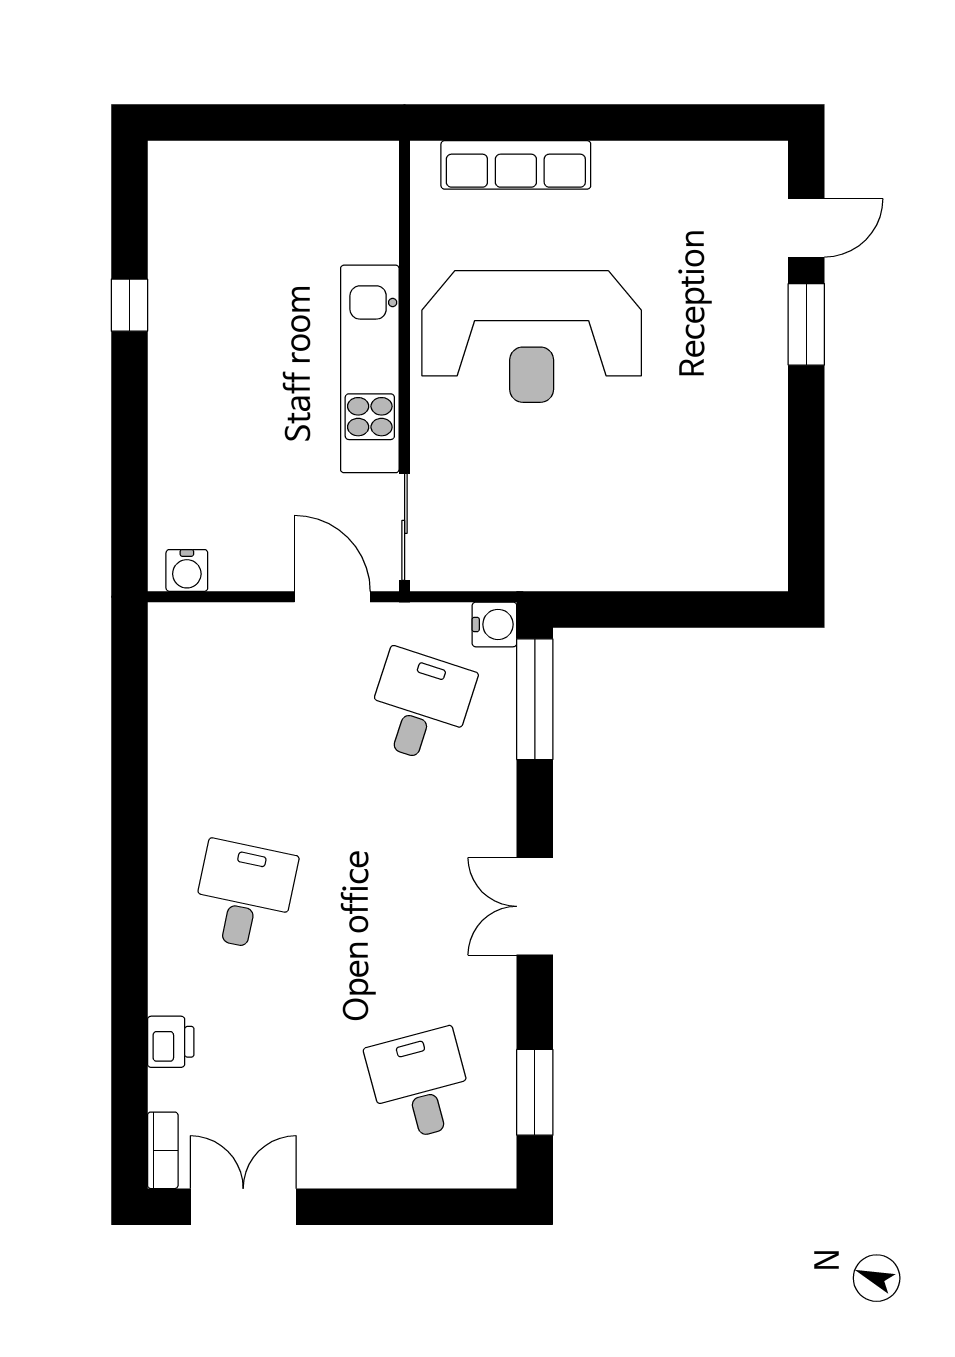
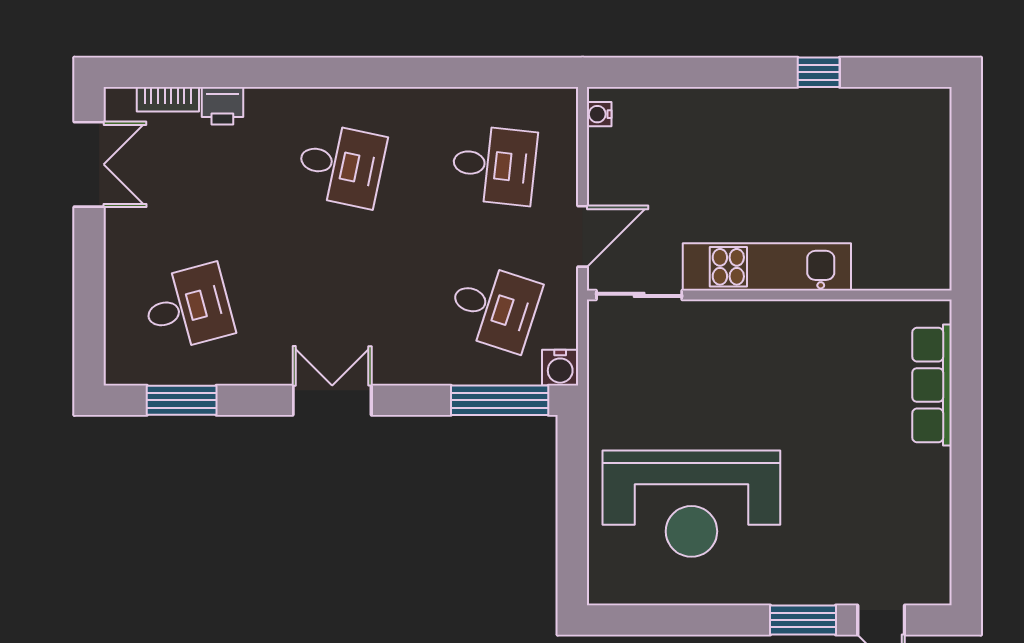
reception desk: (532, 336) -> (691, 504), moved, turned -90
water cooler: (187, 570) -> (599, 114), width x0.72, depth x0.72
desk: (244, 706) -> (494, 165), added
bookcase: (163, 1150) -> (168, 99), moved

